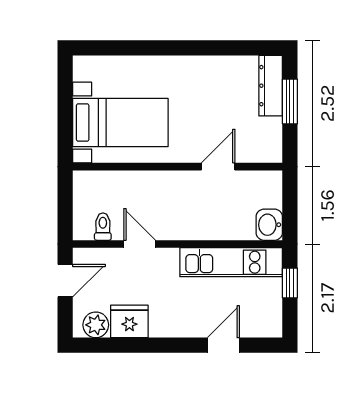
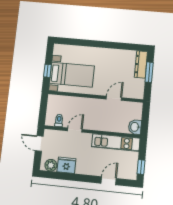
window: (65, 119) -> (47, 71), added
door: (140, 244) -> (75, 130), hinge flipped
door: (65, 281) -> (39, 143), swing flipped
window: (290, 283) -> (141, 167), moved

